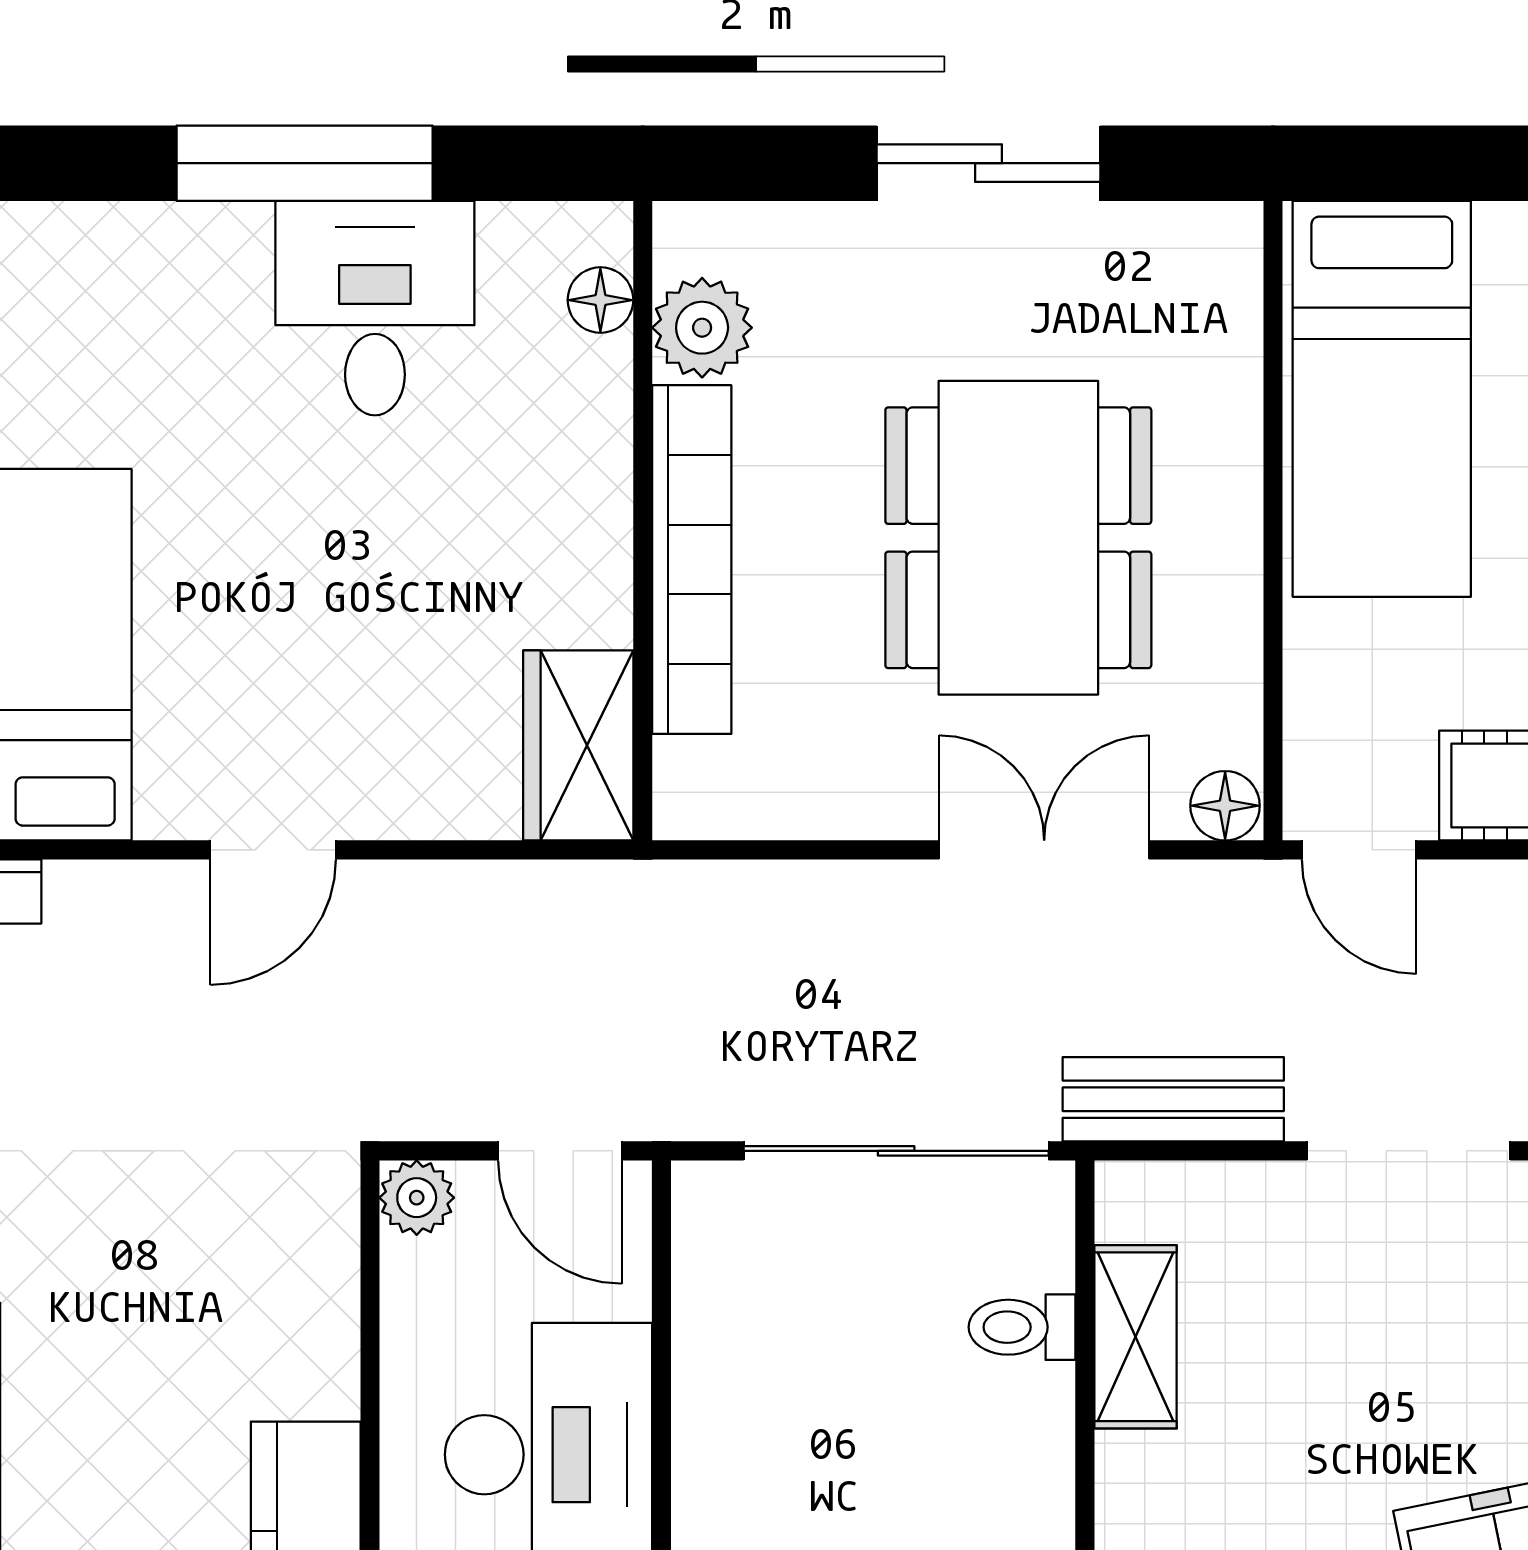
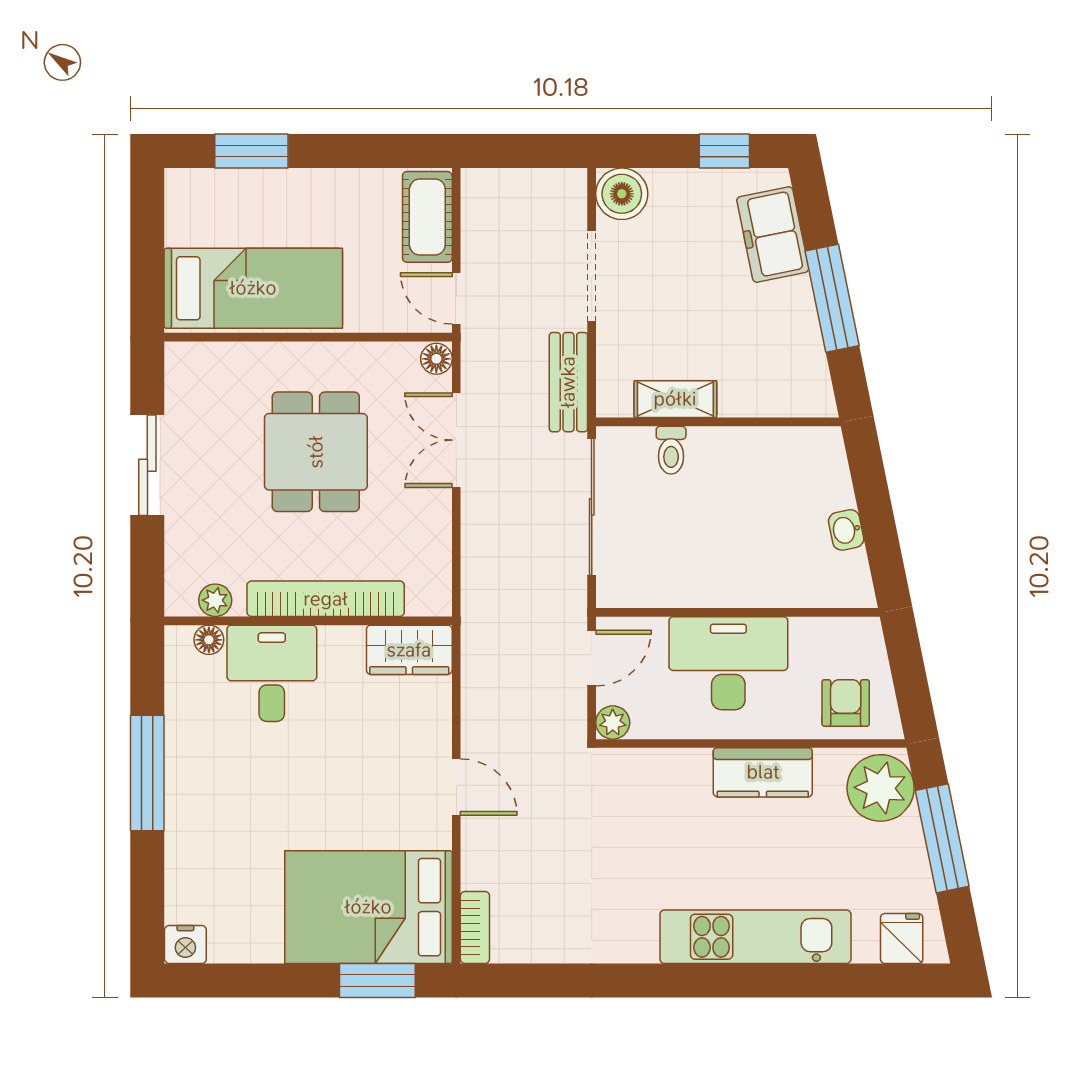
desk: (375, 308) -> (272, 673), moved, turned 90
plant: (702, 328) -> (215, 600), width x0.73, depth x0.73
dining table: (1018, 538) -> (316, 452), width x0.73
door: (1359, 850) -> (456, 298), swing flipped

